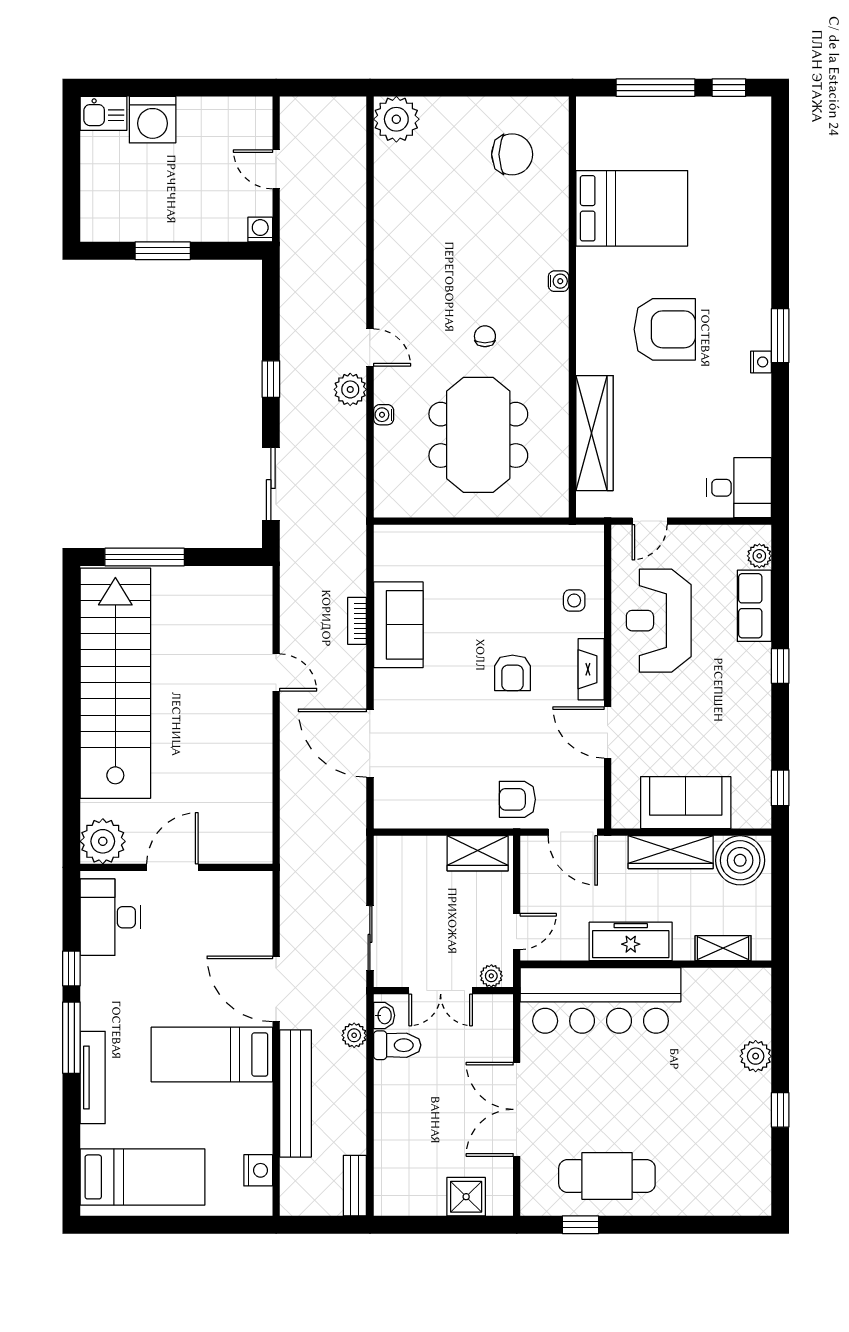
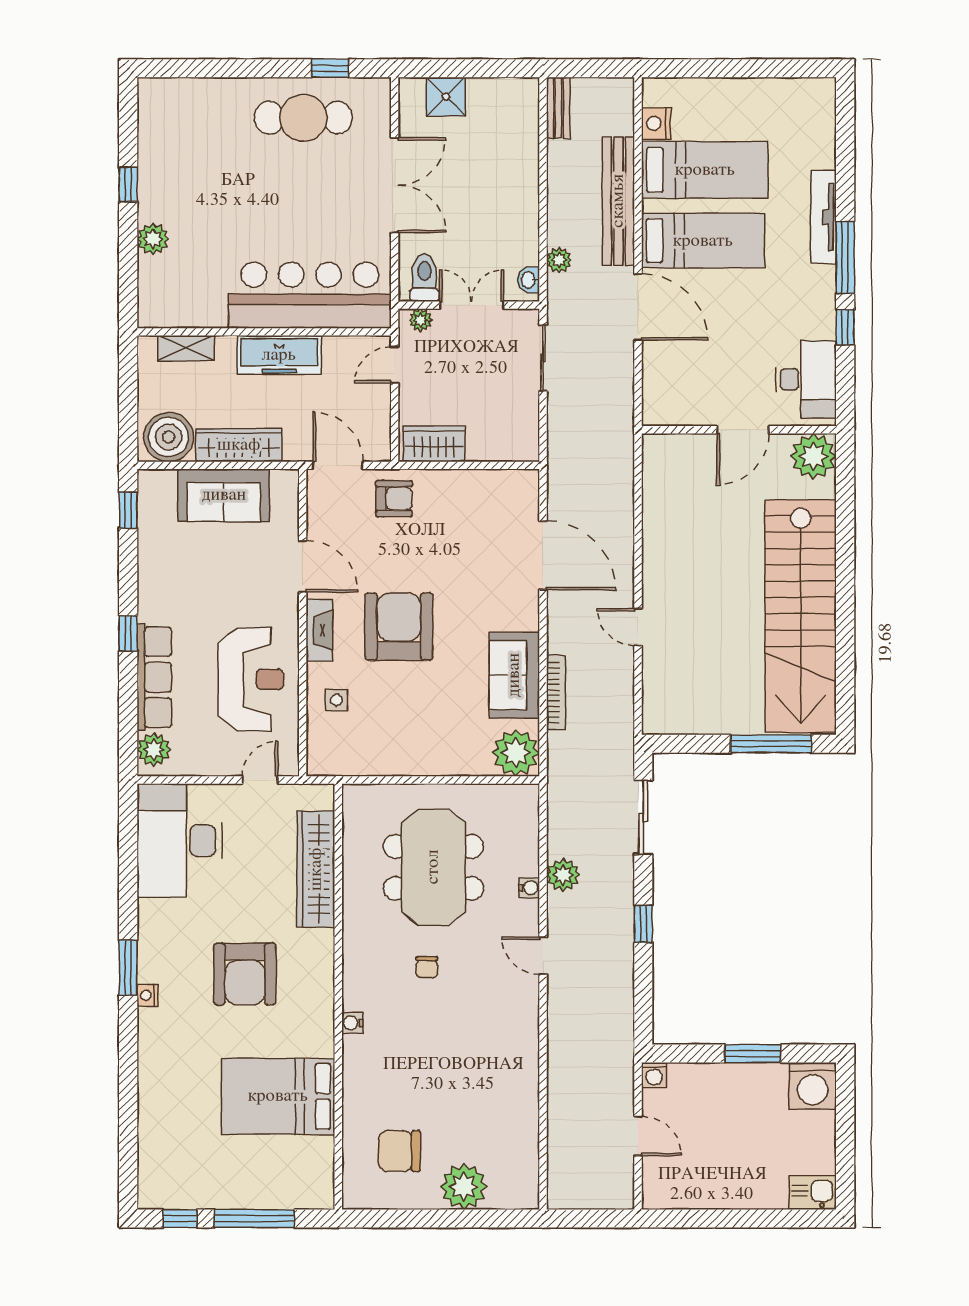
plant: (396, 119) -> (464, 1187), moved
washing machine: (153, 120) -> (813, 1086), moved, turned 180
armchair: (665, 329) -> (245, 974), turned -90
nightstand: (761, 362) -> (148, 995), moved
plant: (350, 389) -> (563, 875), moved
desk: (739, 488) -> (180, 840), width x1.87, depth x1.30
plant: (397, 548) -> (516, 753), added
plant: (759, 556) -> (154, 750), width x1.38, depth x1.38
row of seats: (754, 606) -> (154, 677), width x1.48
bookcase: (357, 621) -> (556, 692), width x1.56
armchair: (512, 673) -> (399, 627), width x1.88, depth x1.88
toilet: (397, 1045) -> (424, 278), moved, turned 90
bed: (143, 1177) -> (705, 170), moved, turned 180

